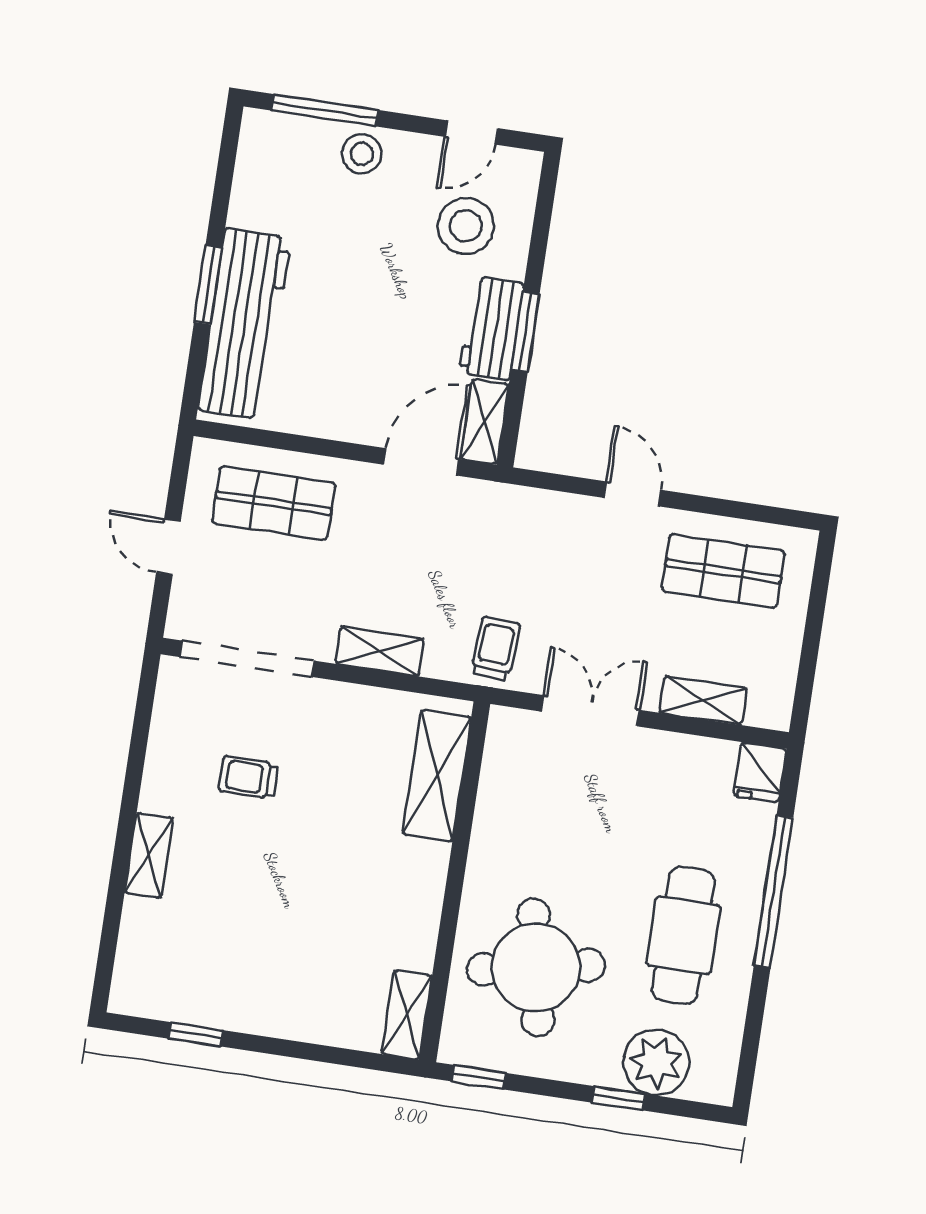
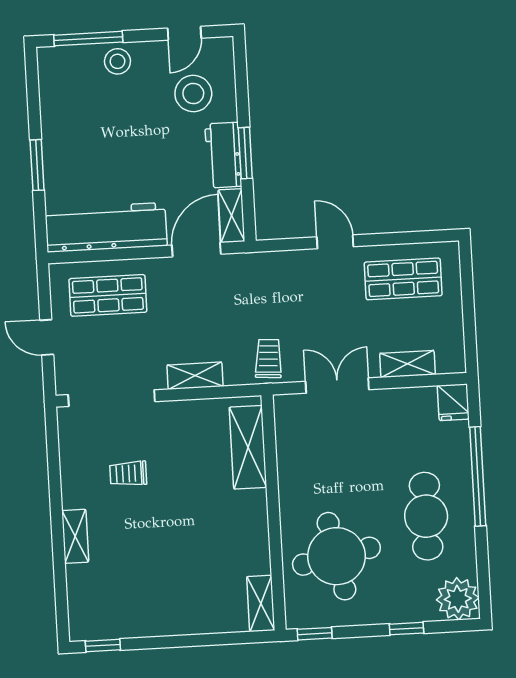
workbench: (245, 324) -> (106, 227), moved, turned -90
window: (195, 1034) -> (103, 646), moved
plant: (656, 1062) -> (458, 599), moved

